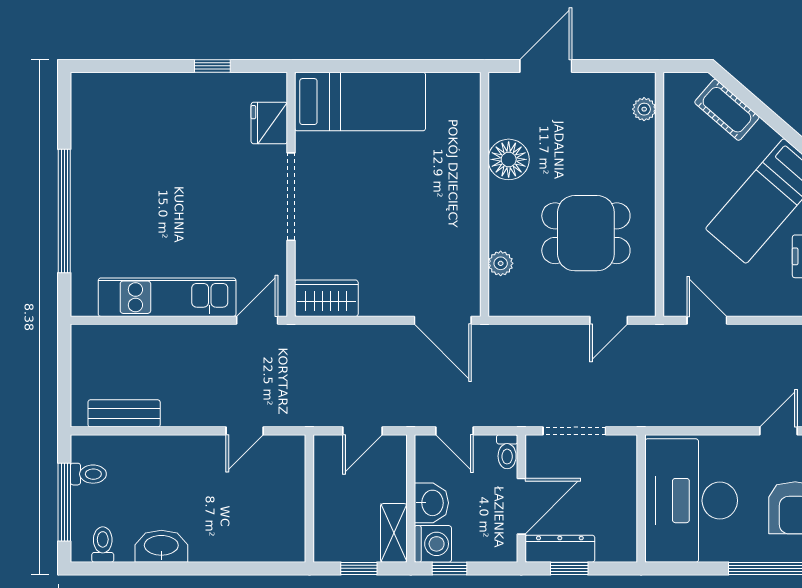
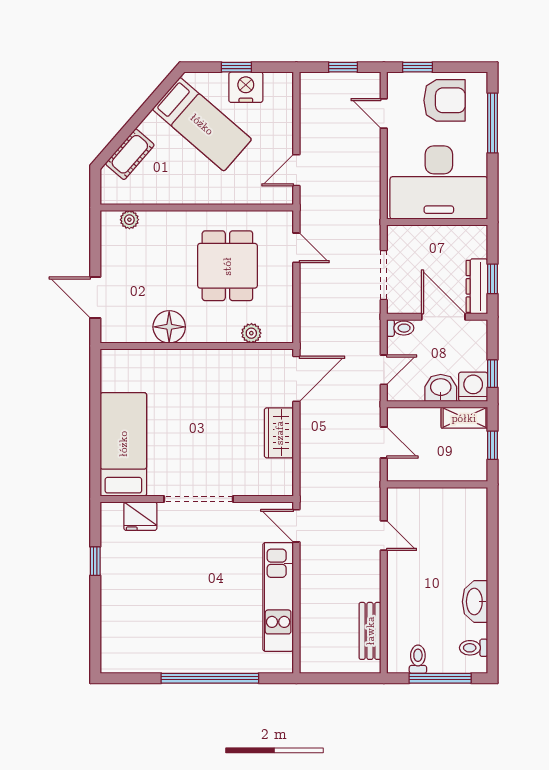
wardrobe: (326, 298) -> (279, 433), moved

